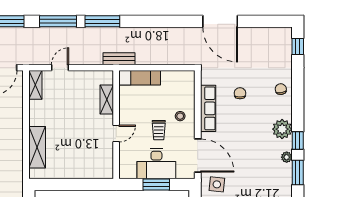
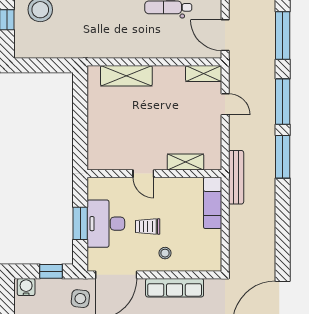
bench: (119, 59) -> (236, 177), width x1.36

